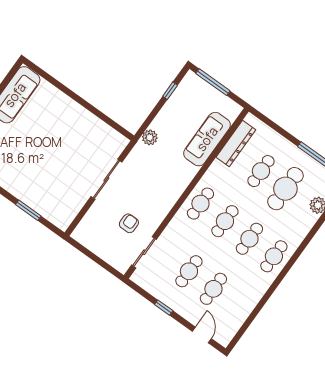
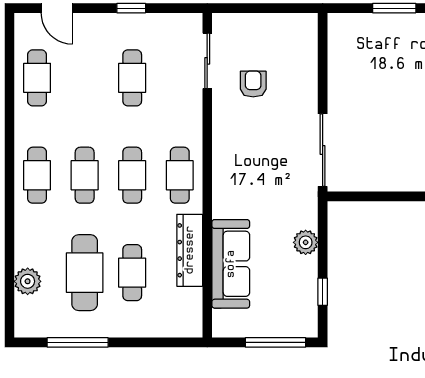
plant: (150, 137) -> (306, 242), moved
dresser: (236, 143) -> (190, 250), moved
sliding door: (106, 179) -> (323, 150), moved
armchair: (129, 223) -> (253, 84), turned 180
cafe table: (213, 289) -> (37, 78), moved

